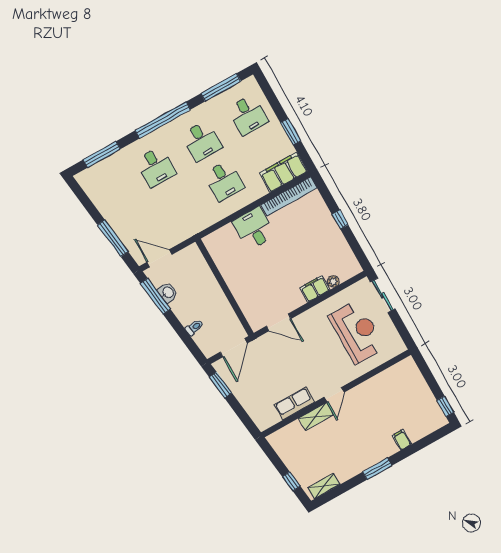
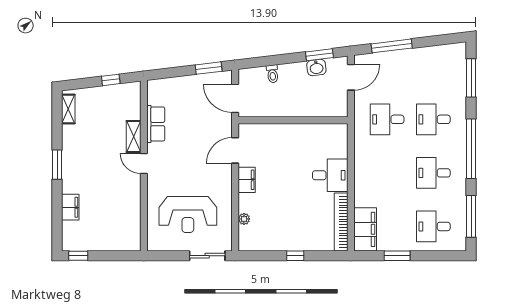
desk: (224, 181) -> (387, 119), moved
filing cabinet: (315, 289) -> (247, 180), moved
window: (155, 296) -> (319, 55), width x0.69
filing cabinet: (402, 440) -> (70, 207), width x2.00
window: (291, 481) -> (111, 80), moved

